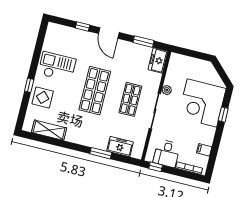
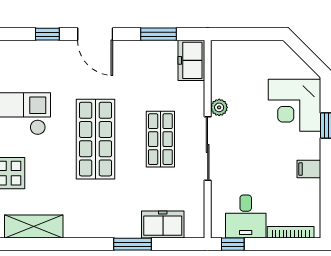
corner desk: (202, 103) -> (295, 105), width x0.74, depth x0.74
filing cabinet: (204, 150) -> (309, 169), moved

